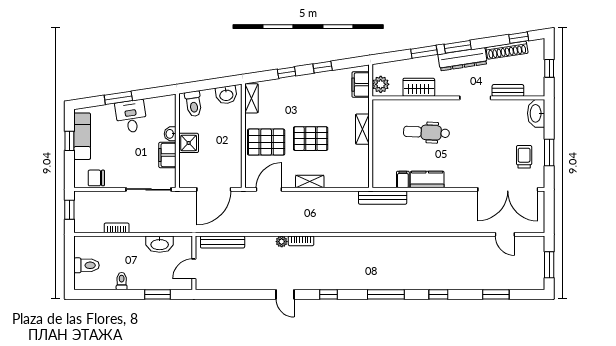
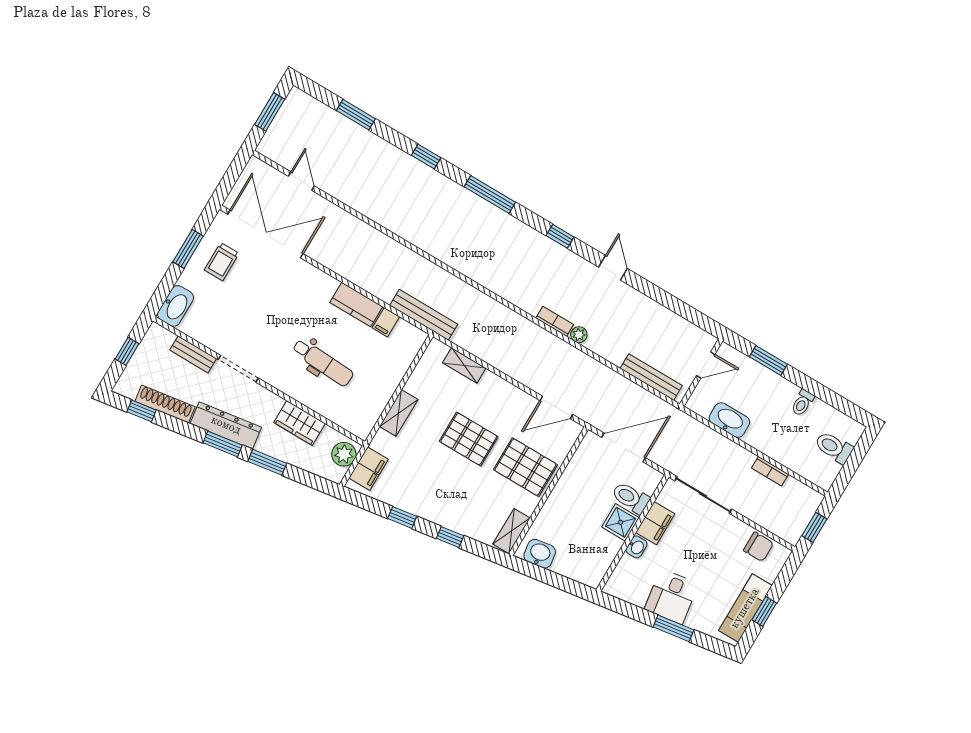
toilet: (194, 104) -> (631, 498), moved, turned -81
shelving: (310, 182) -> (464, 365), moved

